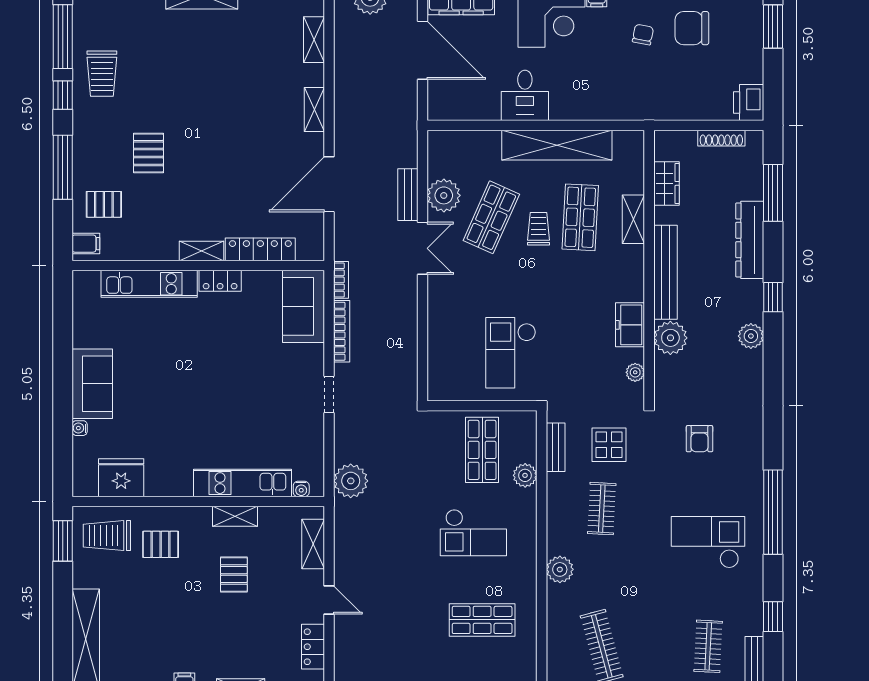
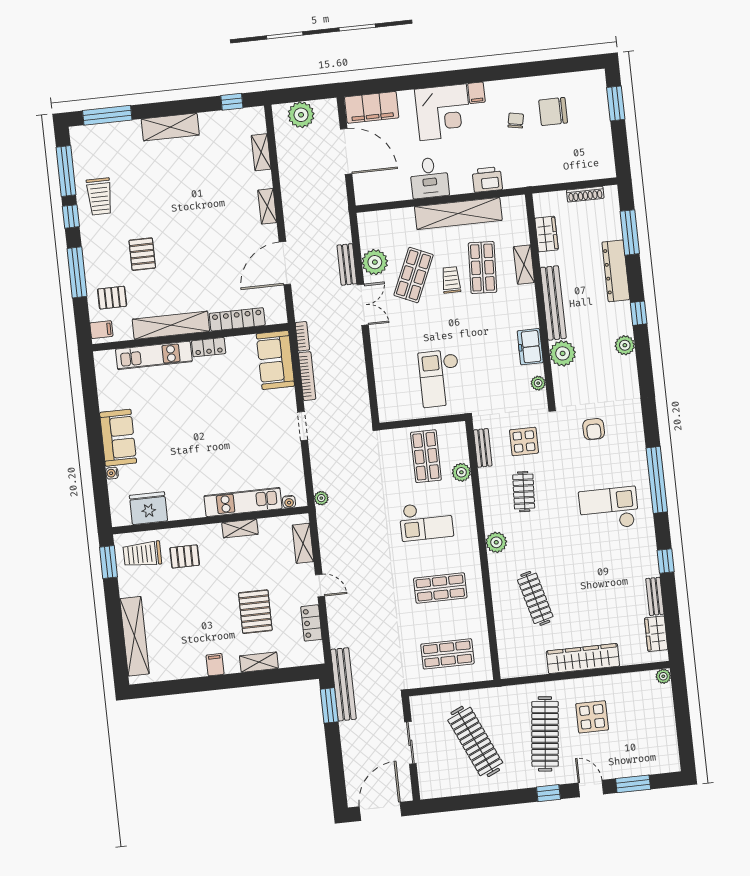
printer: (749, 103) -> (487, 179), moved, turned 90
shelving: (202, 251) -> (171, 325), width x2.20, depth x1.33
plant: (351, 481) -> (321, 498), width x0.53, depth x0.53
pallet: (234, 575) -> (255, 612), moved, width x1.50, depth x1.42
clothes rail: (708, 646) -> (618, 589), removed

